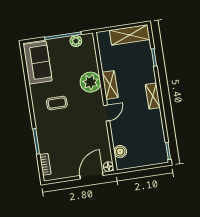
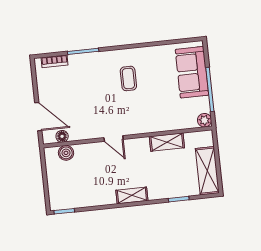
plant: (76, 41) -> (204, 120), moved
sofa: (38, 63) -> (192, 72), moved, turned 90
plant: (90, 82) -> (152, 120), removed
shelving: (110, 85) -> (167, 142), moved
floor lamp: (108, 167) -> (62, 136), moved

